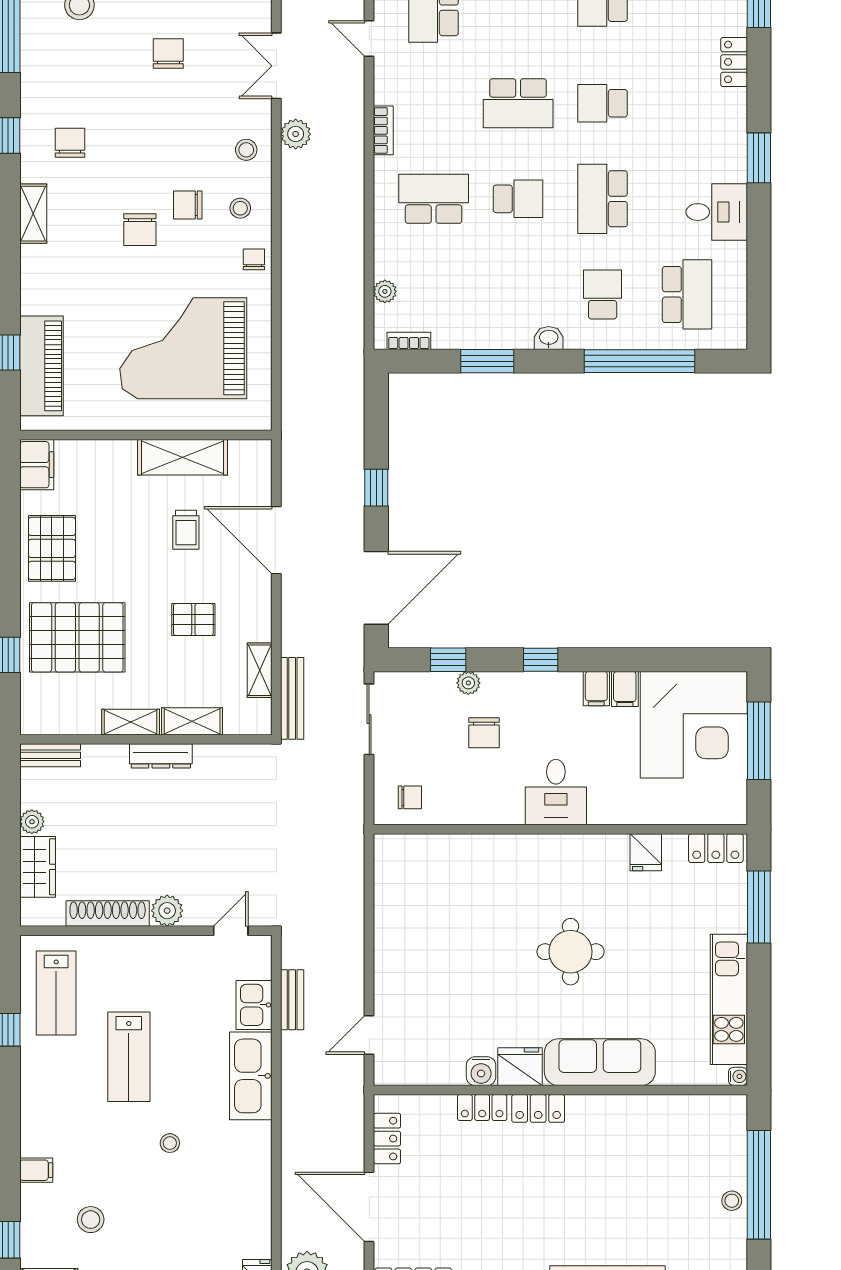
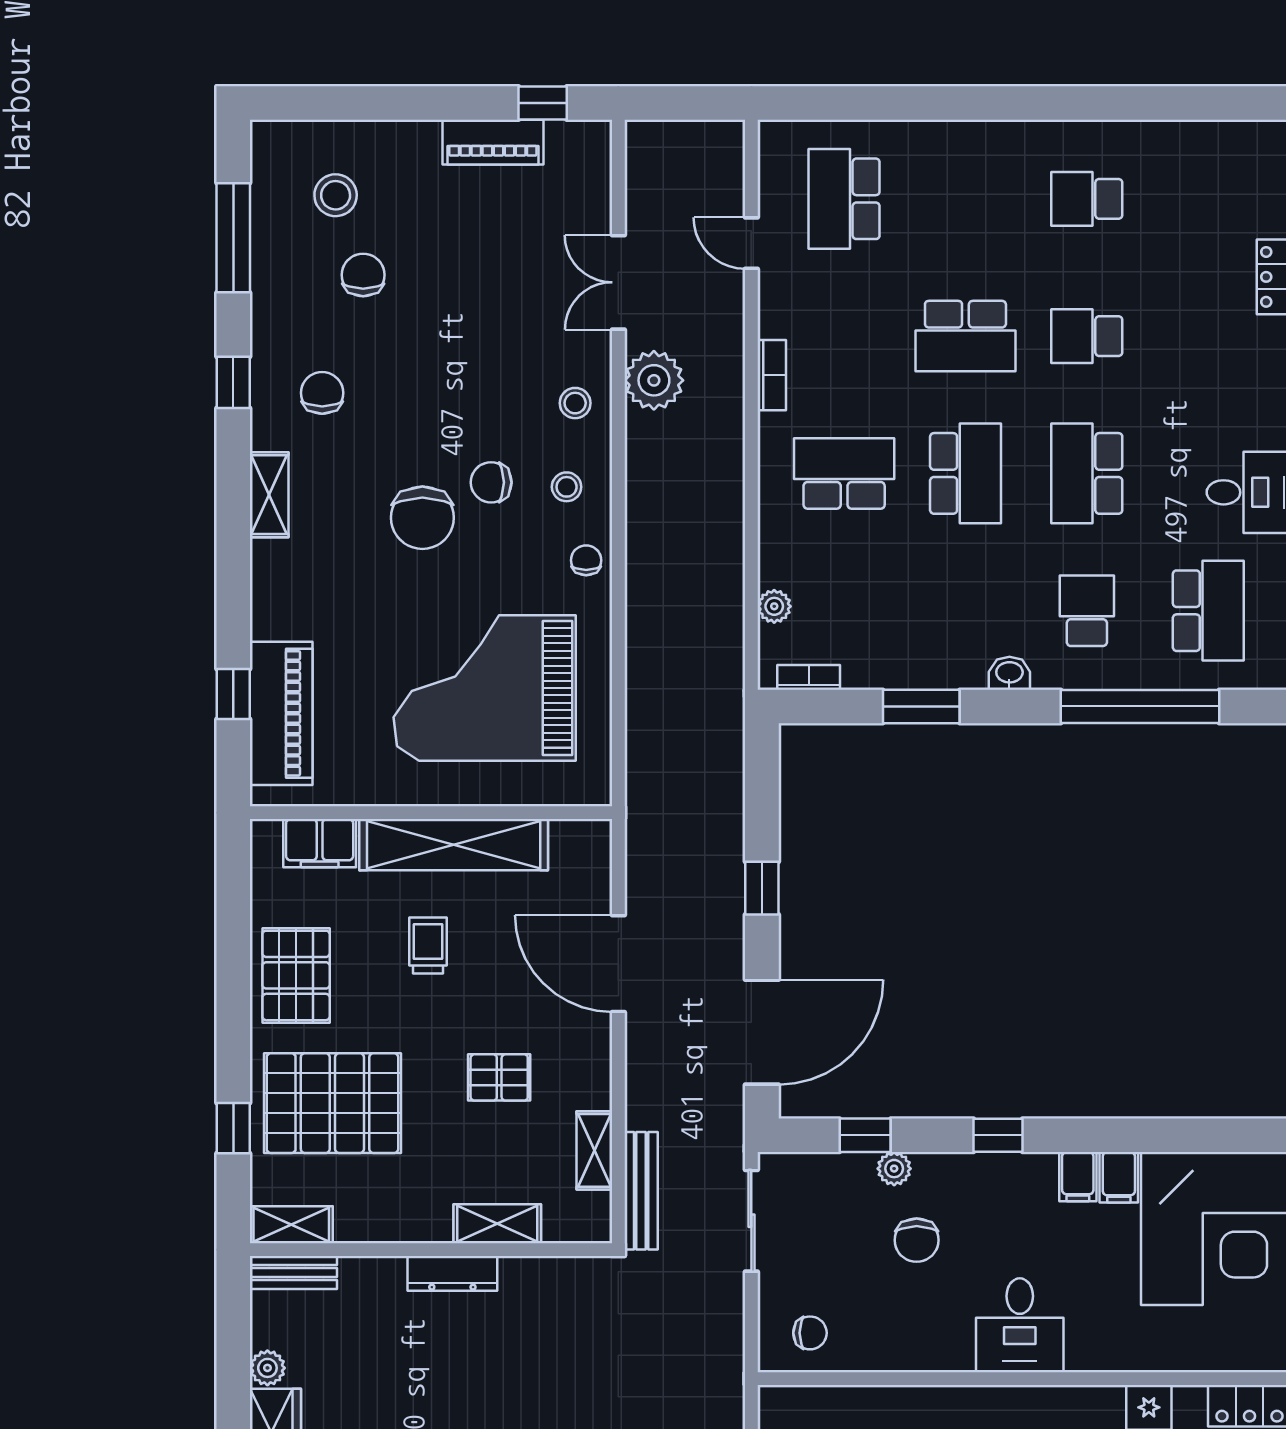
chair: (168, 54) -> (363, 275), moved
plant: (296, 134) -> (654, 380), width x1.36, depth x1.36
school desk: (518, 199) -> (965, 473), width x1.85
chair: (140, 230) -> (422, 518), width x1.37, depth x1.37
shelving: (182, 457) -> (454, 845), width x1.47
filing cabinet: (37, 465) -> (320, 843), moved, turned 90
trolley: (186, 530) -> (428, 945), moved, turned 180
shelving: (131, 722) -> (291, 1225), moved

